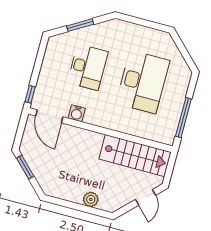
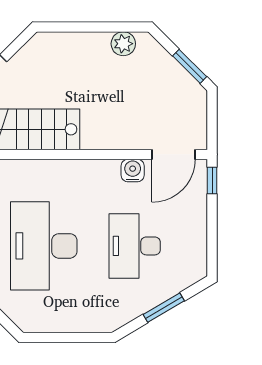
door: (49, 116) -> (173, 154), swing flipped
plant: (91, 199) -> (123, 44), moved

